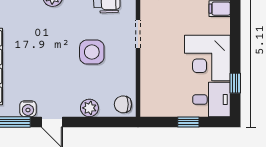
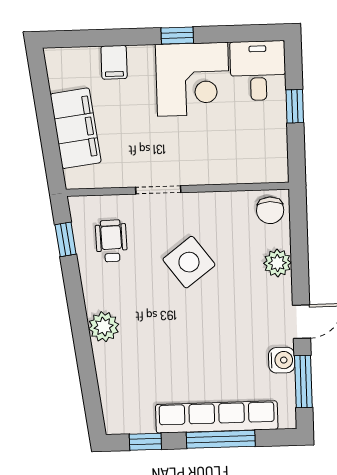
side table: (92, 52) -> (189, 262), turned -37
window: (235, 83) -> (177, 36), moved

